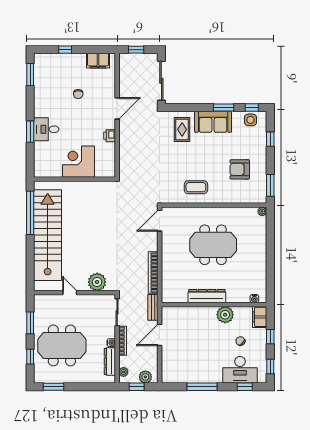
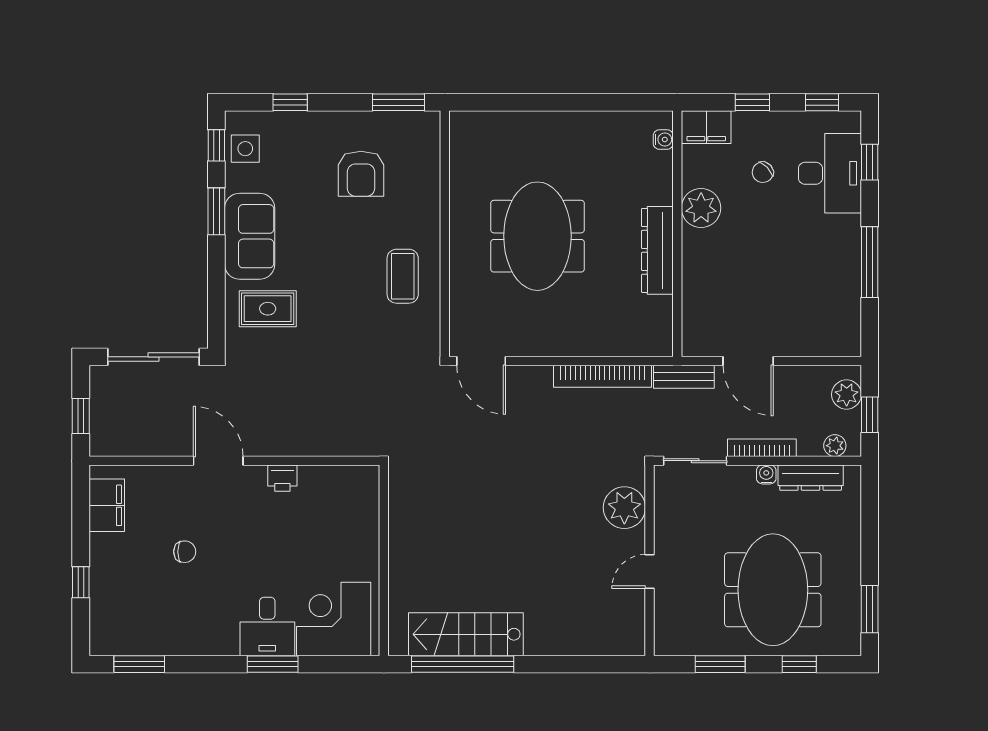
corner desk: (79, 162) -> (334, 619), moved, turned 90
plant: (262, 211) -> (459, 121), removed
stairs: (48, 235) -> (466, 634), width x0.54, depth x0.66

